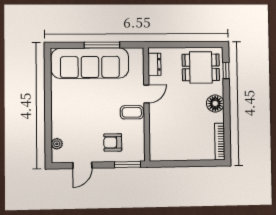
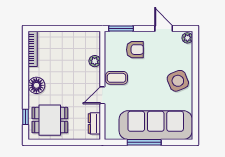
side table: (67, 110) -> (178, 81), added
plant: (155, 130) -> (95, 61), added
plant: (57, 144) -> (187, 38), moved
door: (82, 165) -> (164, 28), hinge flipped

